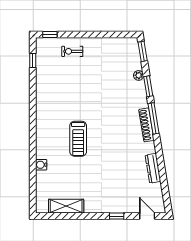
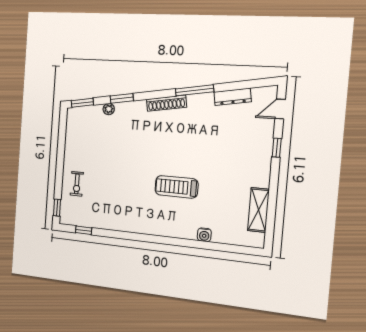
window: (154, 118) -> (195, 90), moved
treadmill: (78, 139) -> (176, 187), turned 180
dresser: (153, 168) -> (233, 97), moved

